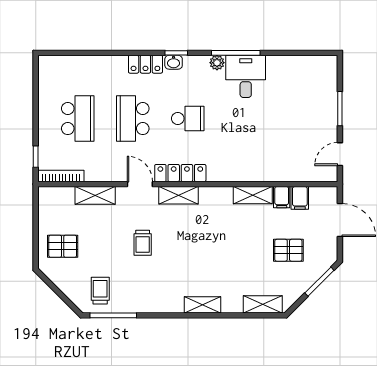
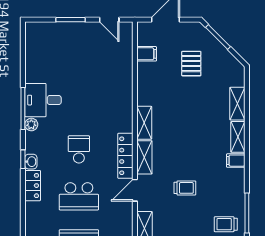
shelving: (253, 195) -> (144, 123), moved
filing cabinet: (282, 197) -> (236, 161), moved, turned 180
shelving: (263, 304) -> (237, 104), moved

